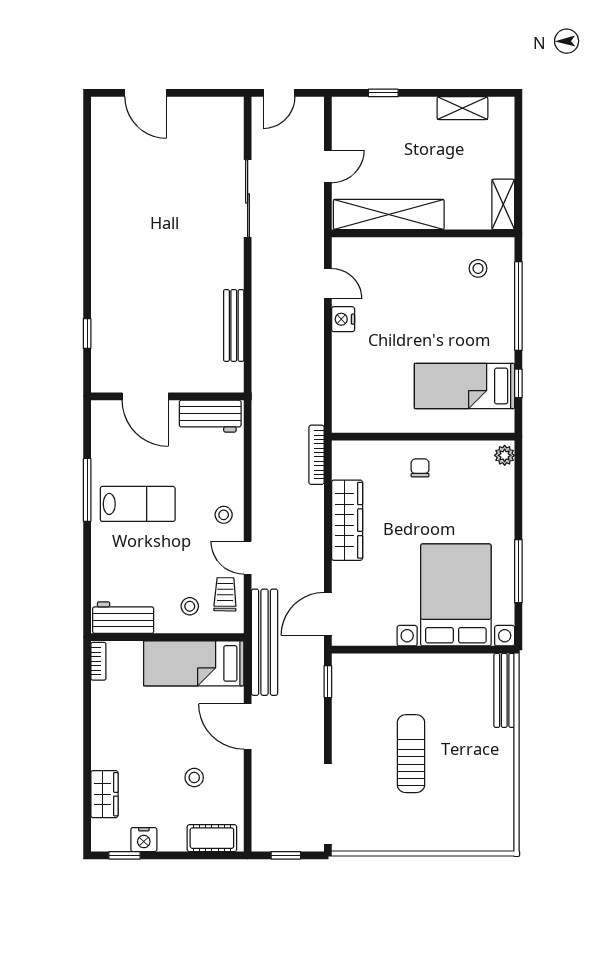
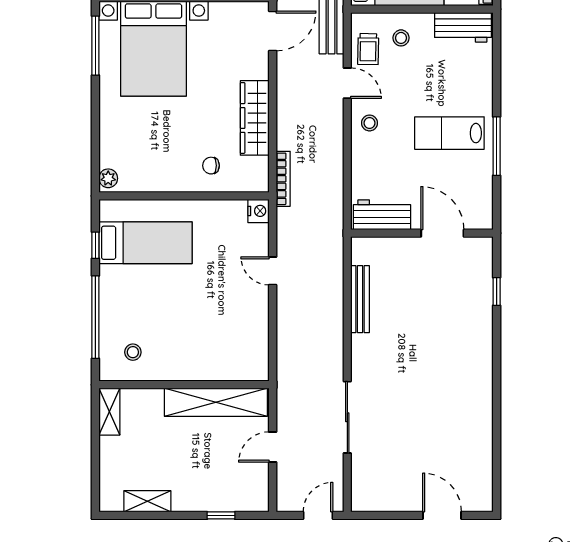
door: (328, 284) -> (273, 271), moved
nightstand: (343, 319) -> (258, 211), moved
chair: (420, 468) -> (211, 166), moved, turned 90
window: (518, 571) -> (95, 46), moved

